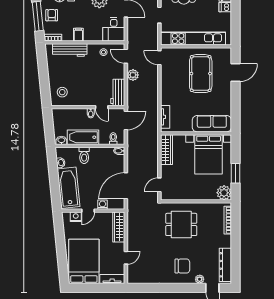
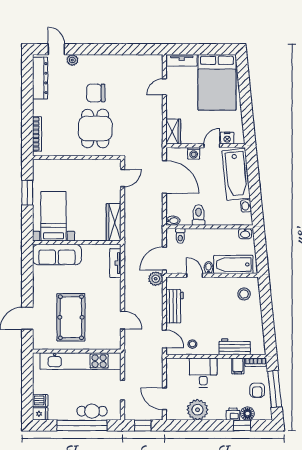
desk: (114, 29) -> (203, 373), moved
filing cabinet: (78, 35) -> (238, 366), moved
workbench: (70, 50) -> (235, 347), width x0.73
door: (159, 58) -> (123, 320), moved
plant: (133, 75) -> (156, 279), moved
workbench: (118, 92) -> (175, 306), moved
bathtub: (83, 137) -> (233, 264), moved, turned 180
bed with nightstands: (209, 154) -> (53, 216), width x0.73
toilet: (84, 155) -> (199, 215), moved
door: (126, 186) -> (164, 177), hinge flipped
plant: (224, 193) -> (42, 168), removed
dining table: (181, 224) -> (95, 129), turned 90
wardrobe: (119, 227) -> (173, 132), width x0.67
chair: (182, 266) -> (96, 93), moved

